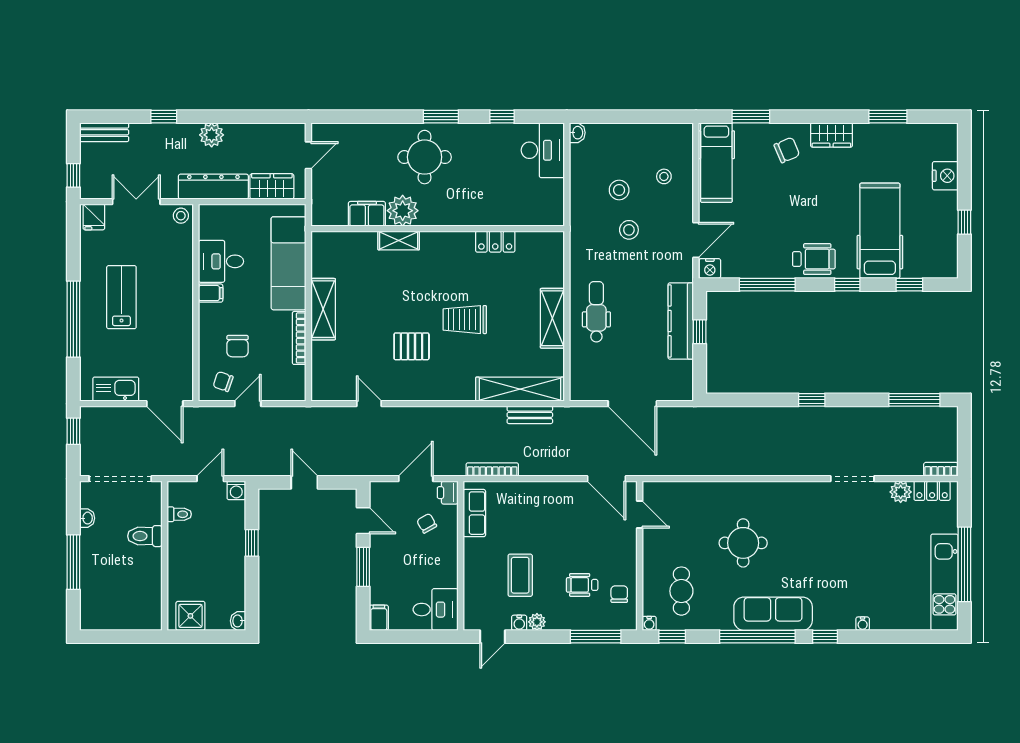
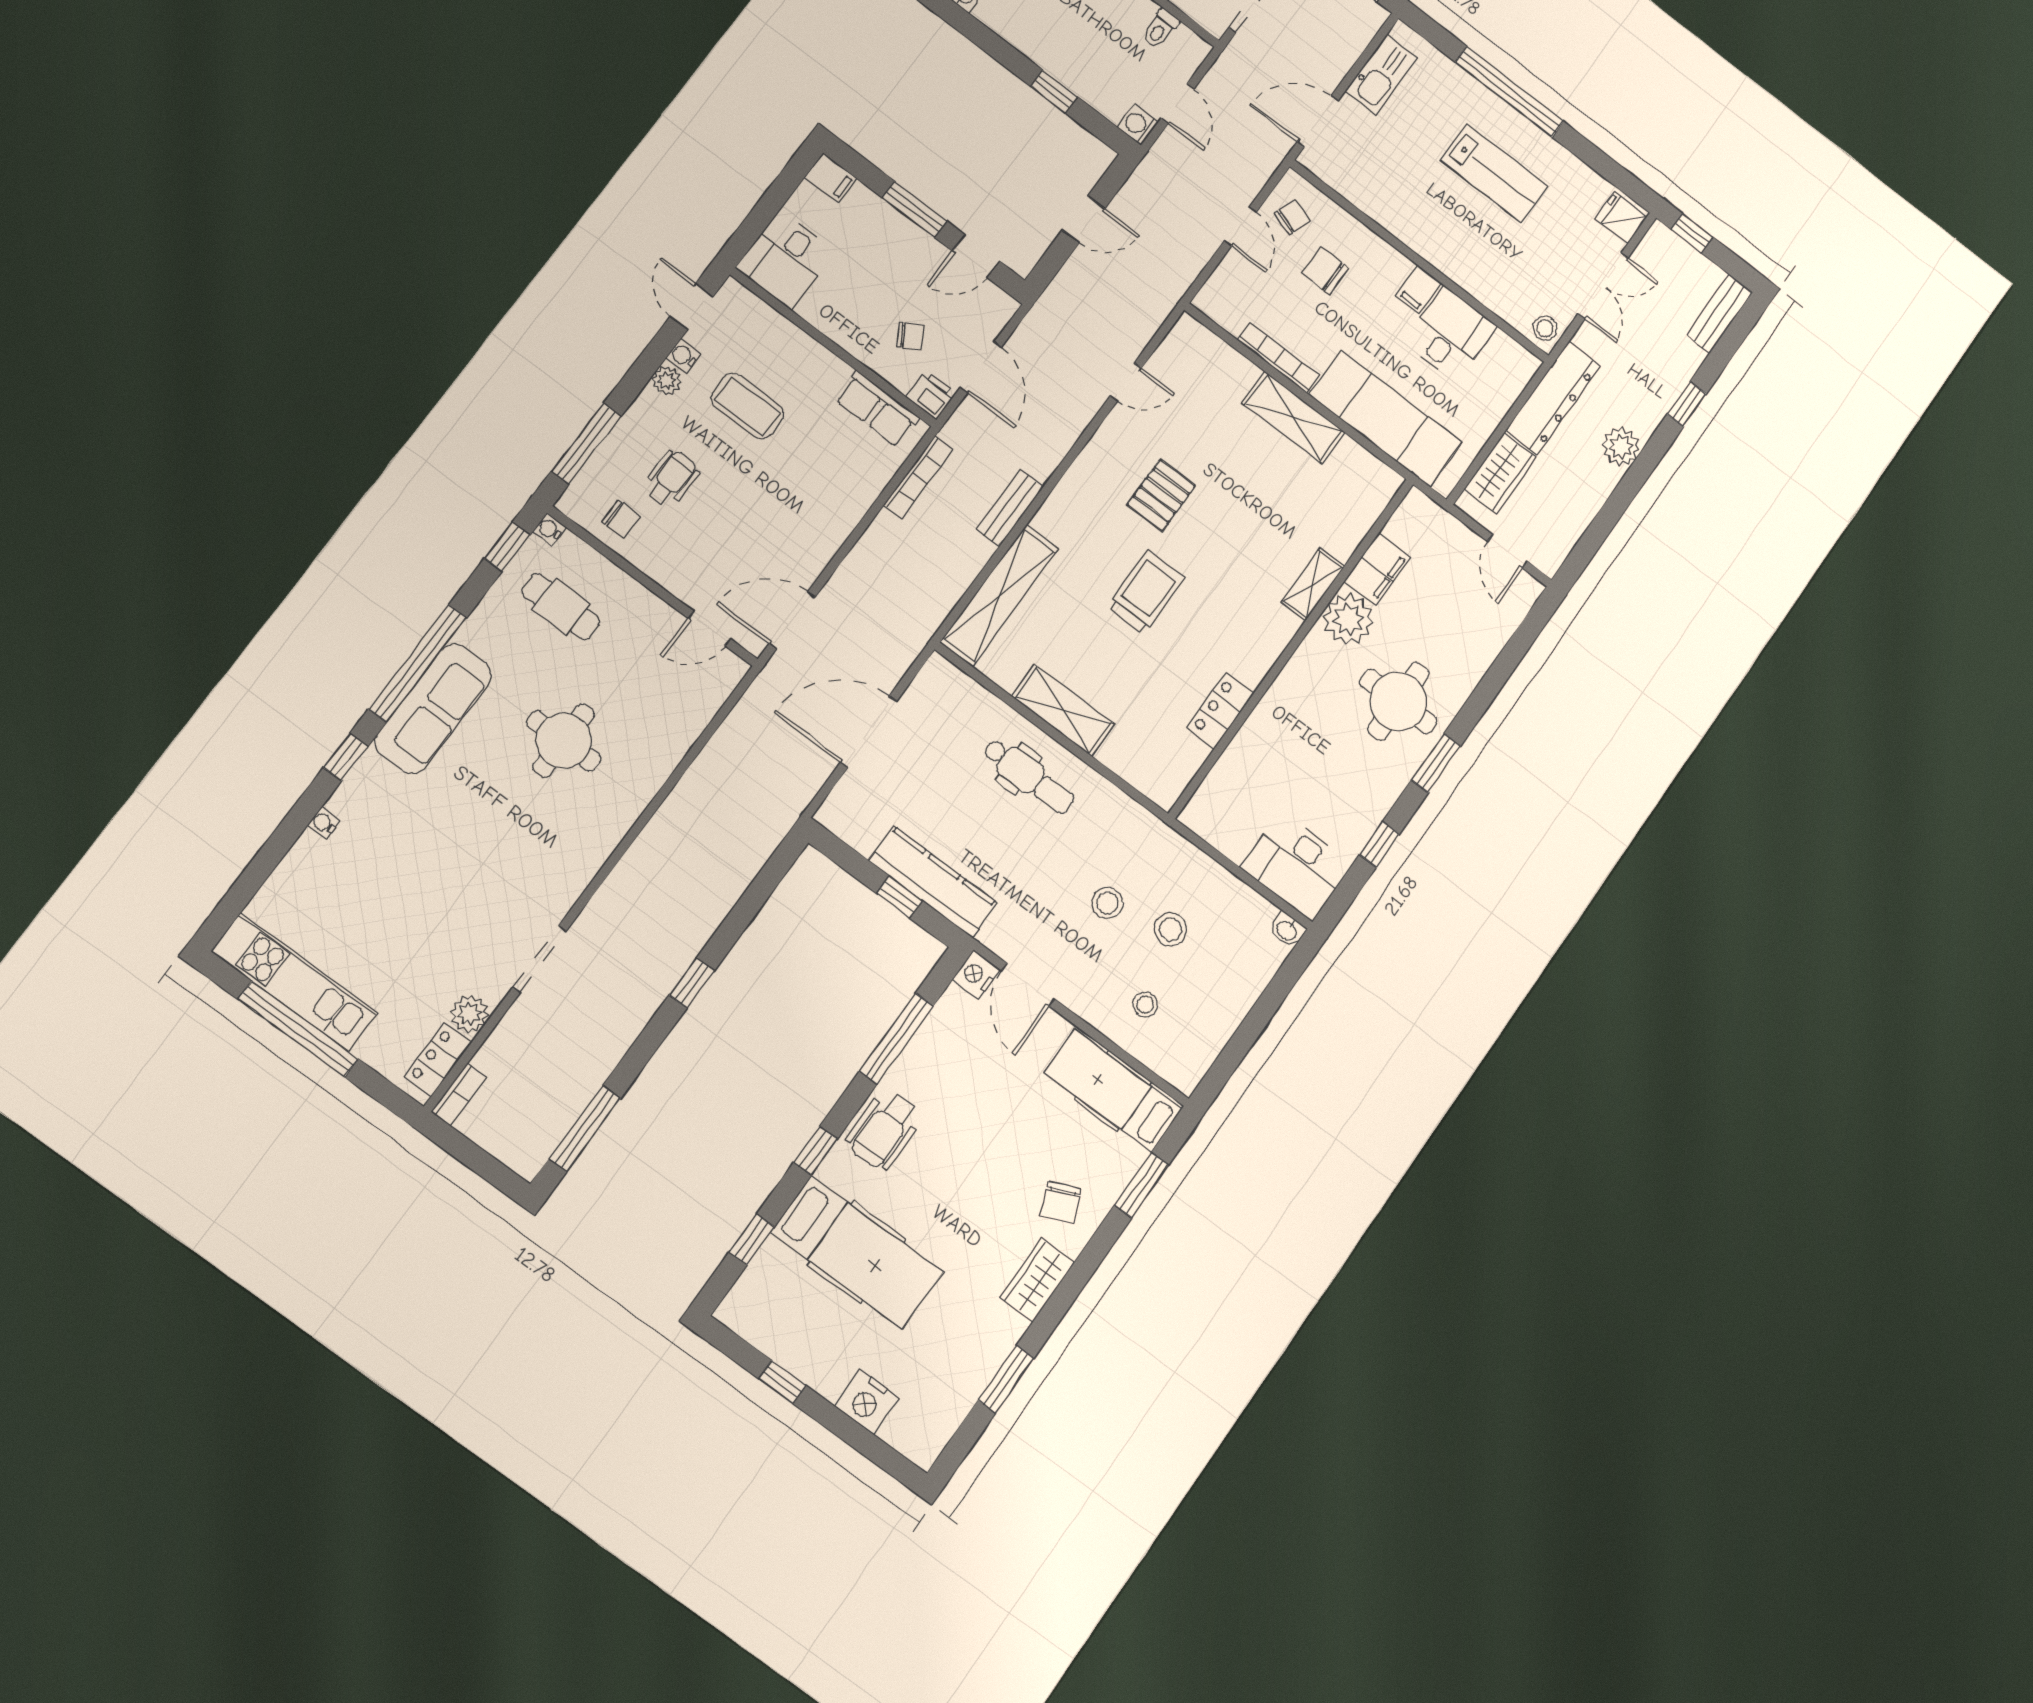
bench: (530, 415) -> (1010, 508), moved

